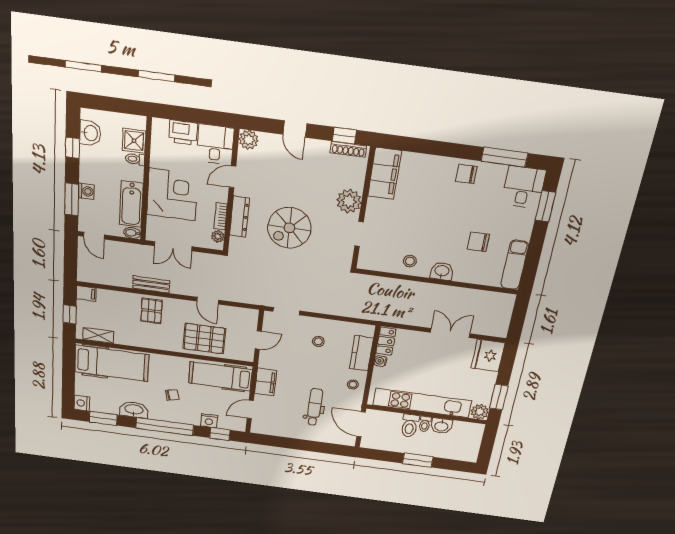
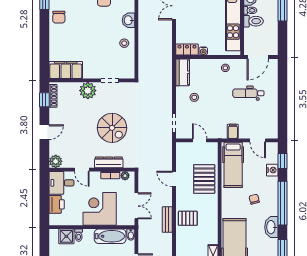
door: (208, 301) -> (174, 179), swing flipped
kitchen counter: (361, 353) -> (183, 72), moved, turned -90
filing cabinet: (266, 382) -> (233, 131), width x0.50

